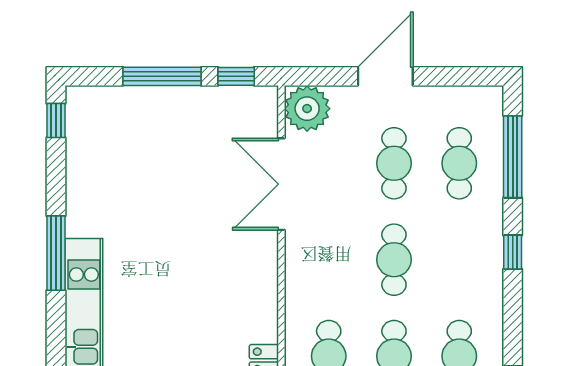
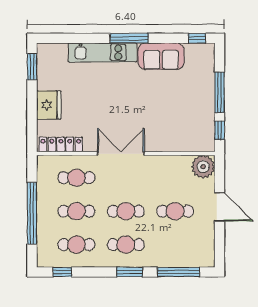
cafe table: (459, 163) -> (126, 245), moved
double door: (281, 184) -> (121, 154), moved
sofa: (91, 191) -> (161, 56), added
window: (513, 252) -> (130, 272), width x1.50

